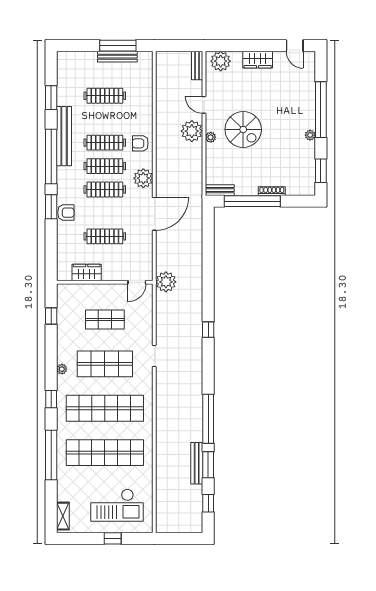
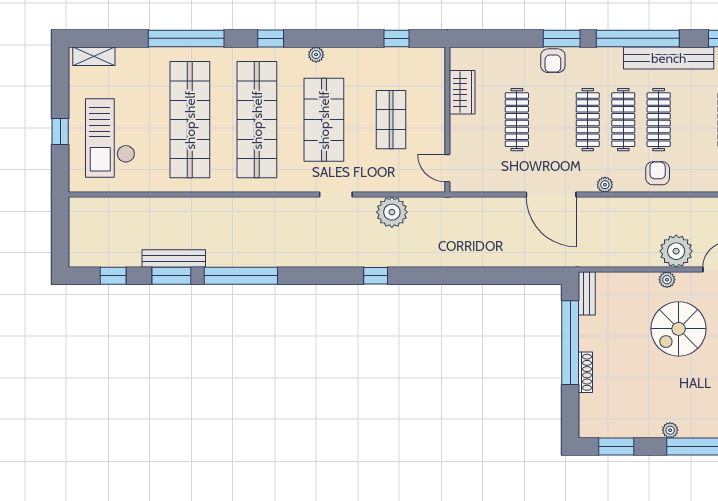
plant: (143, 178) -> (605, 185), width x0.53, depth x0.53
plant: (166, 282) -> (392, 212), moved

